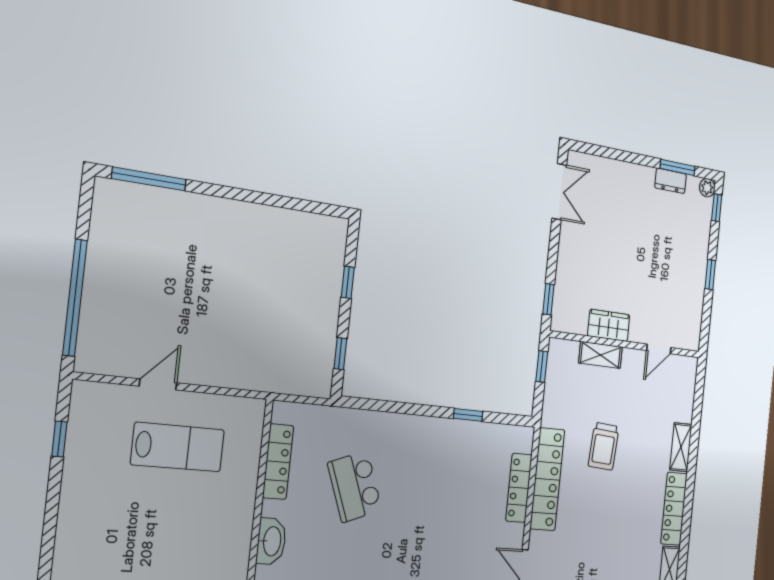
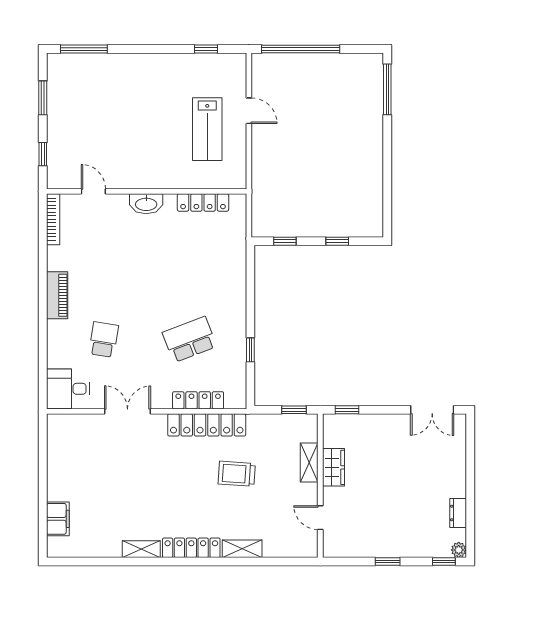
window: (678, 167) -> (470, 519), removed
school desk: (355, 486) -> (189, 340), moved

